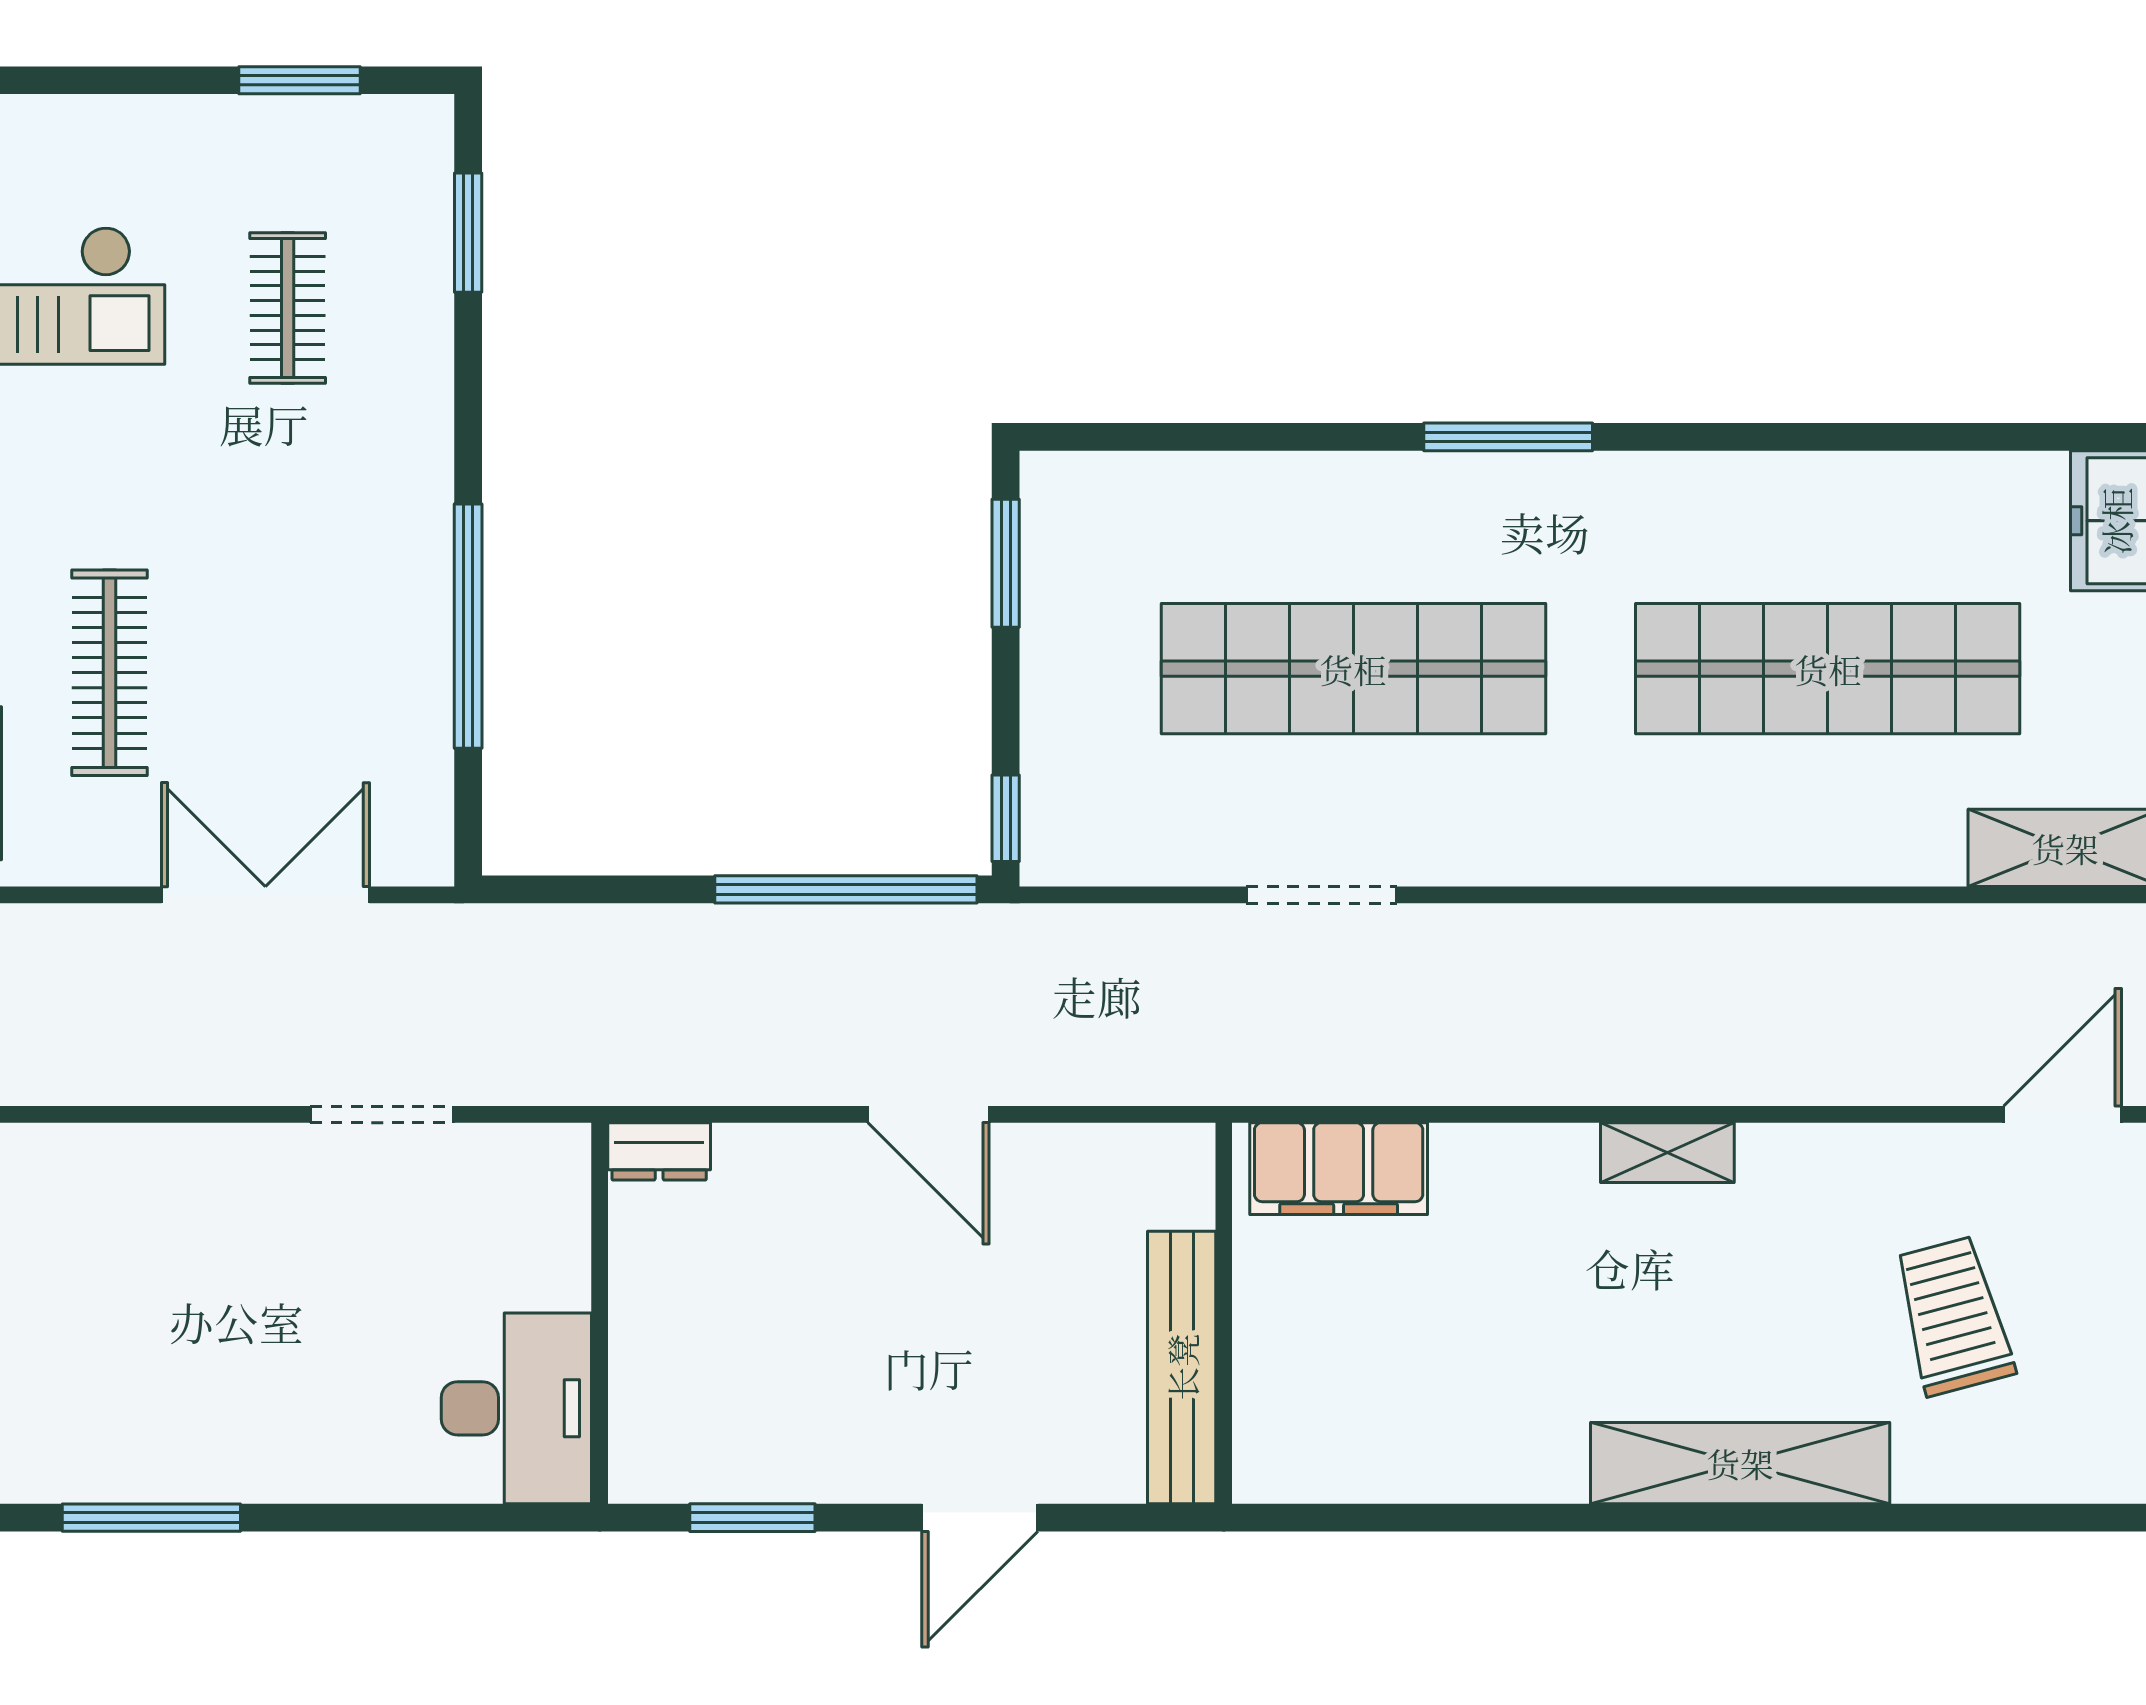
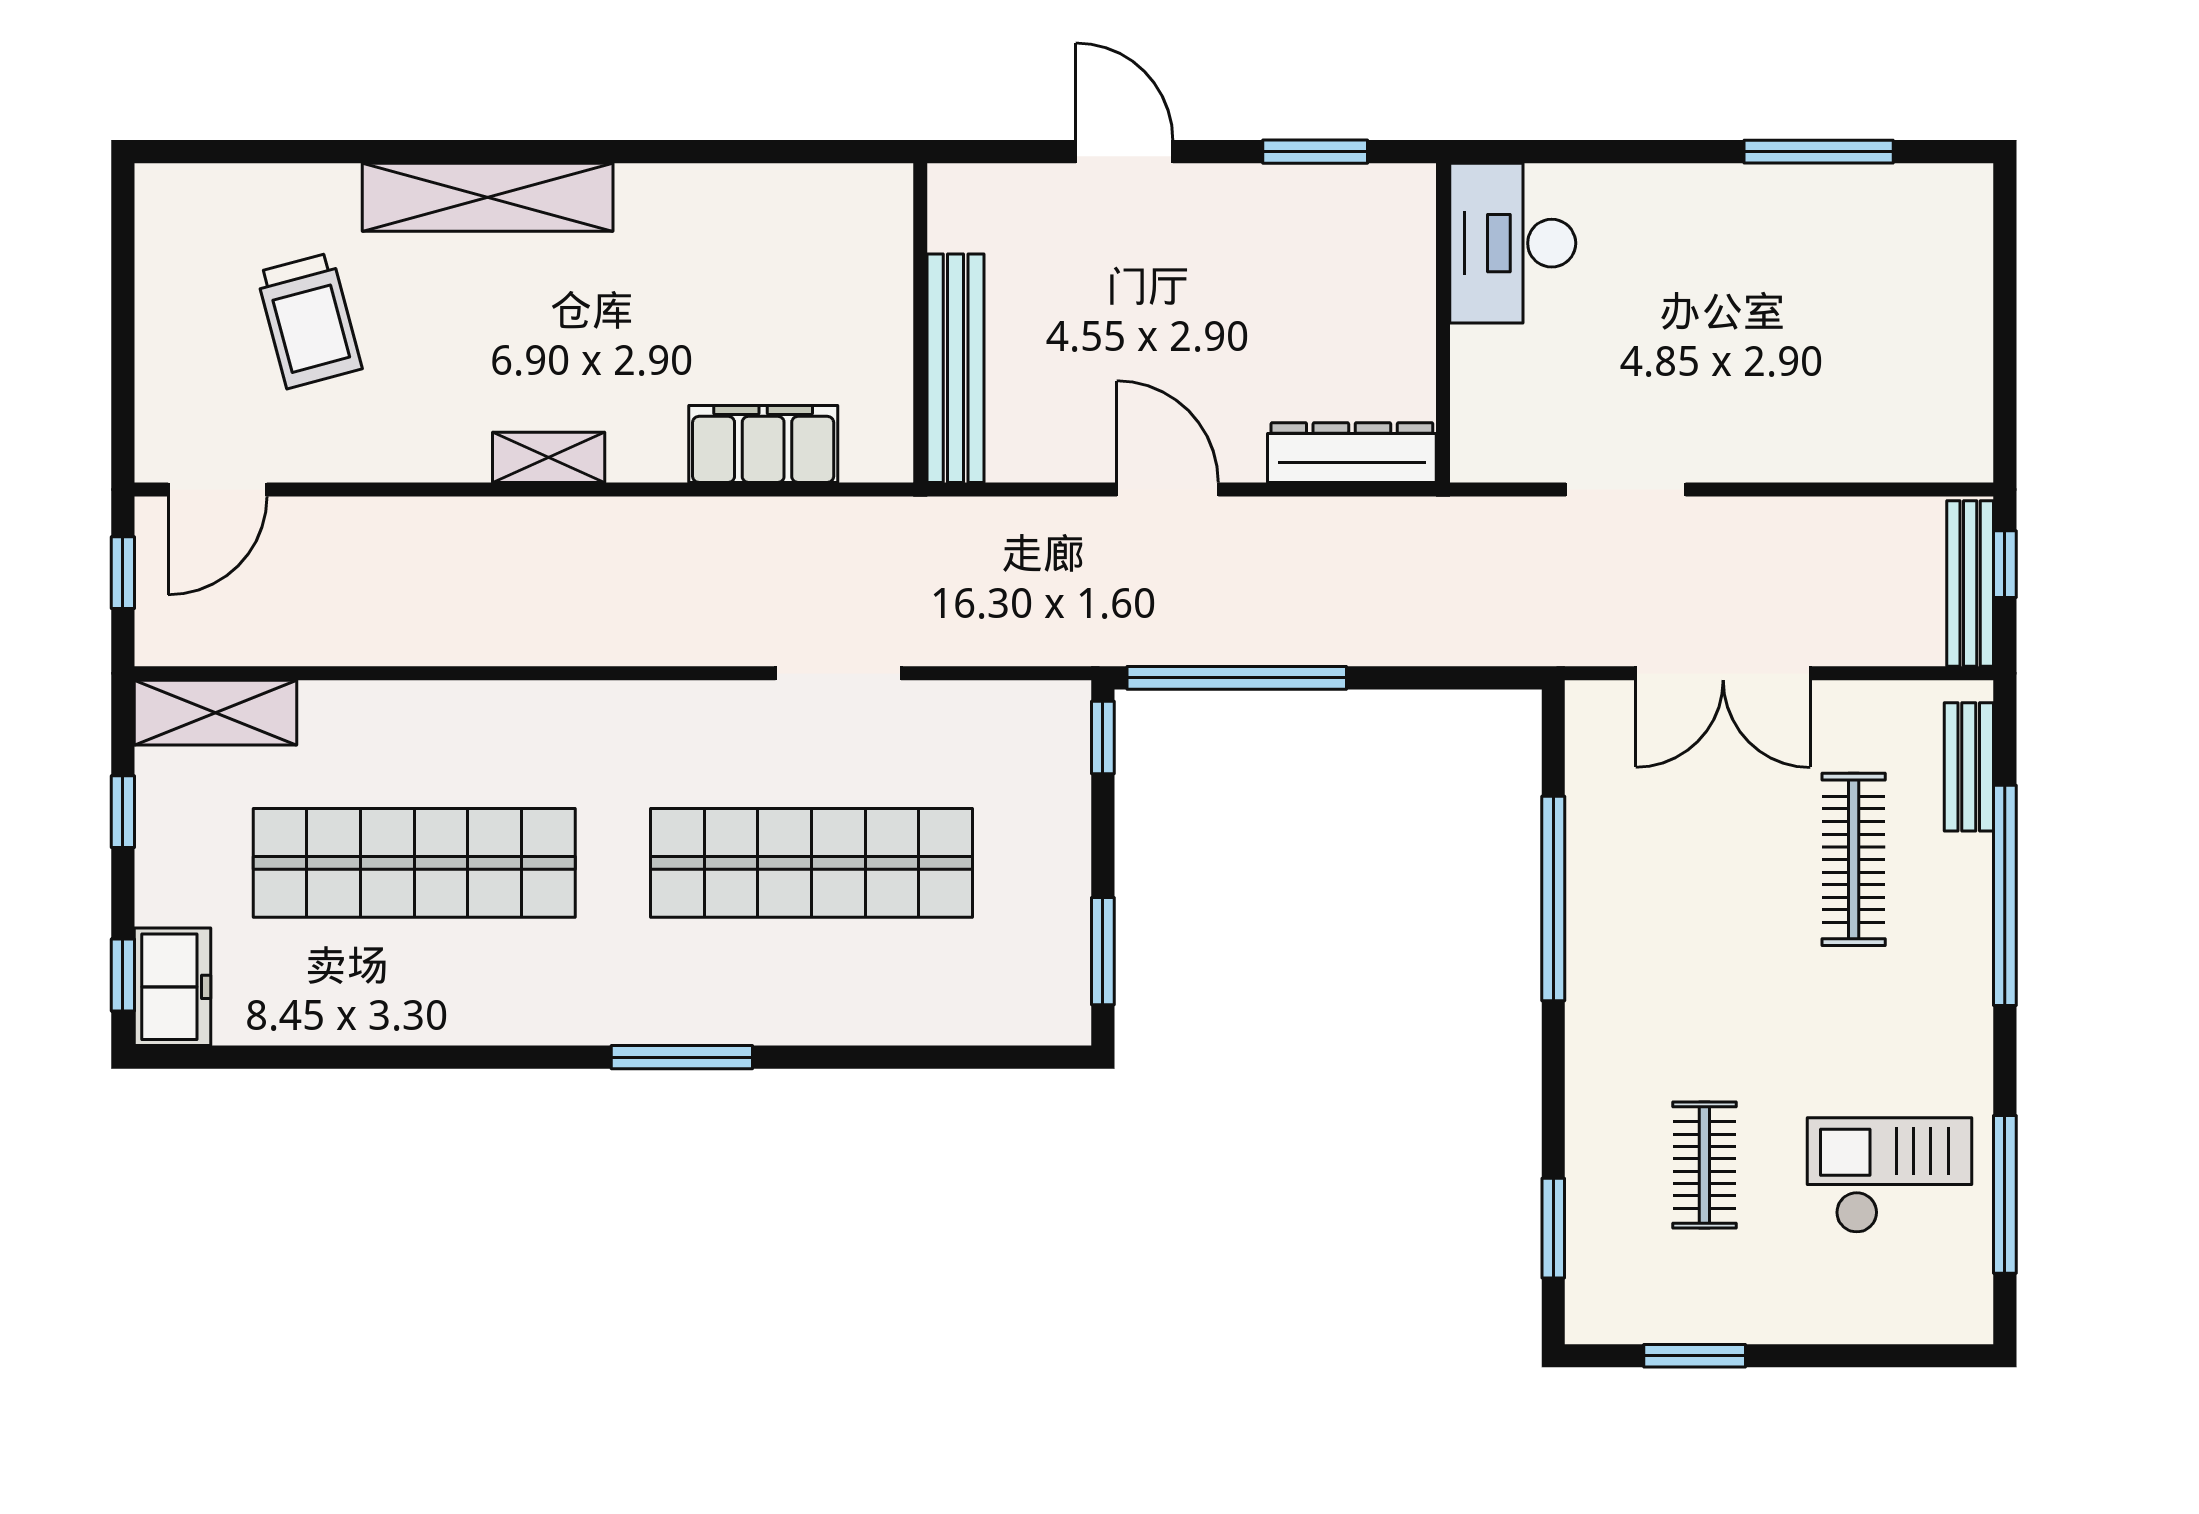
dresser: (659, 1151) -> (1352, 453), width x1.96, depth x1.24
filing cabinet: (1339, 1169) -> (763, 444), moved
bench: (1182, 1367) -> (956, 368), moved
door: (980, 1518) -> (1124, 152), hinge flipped

